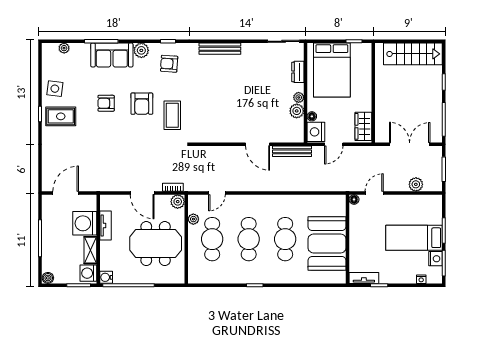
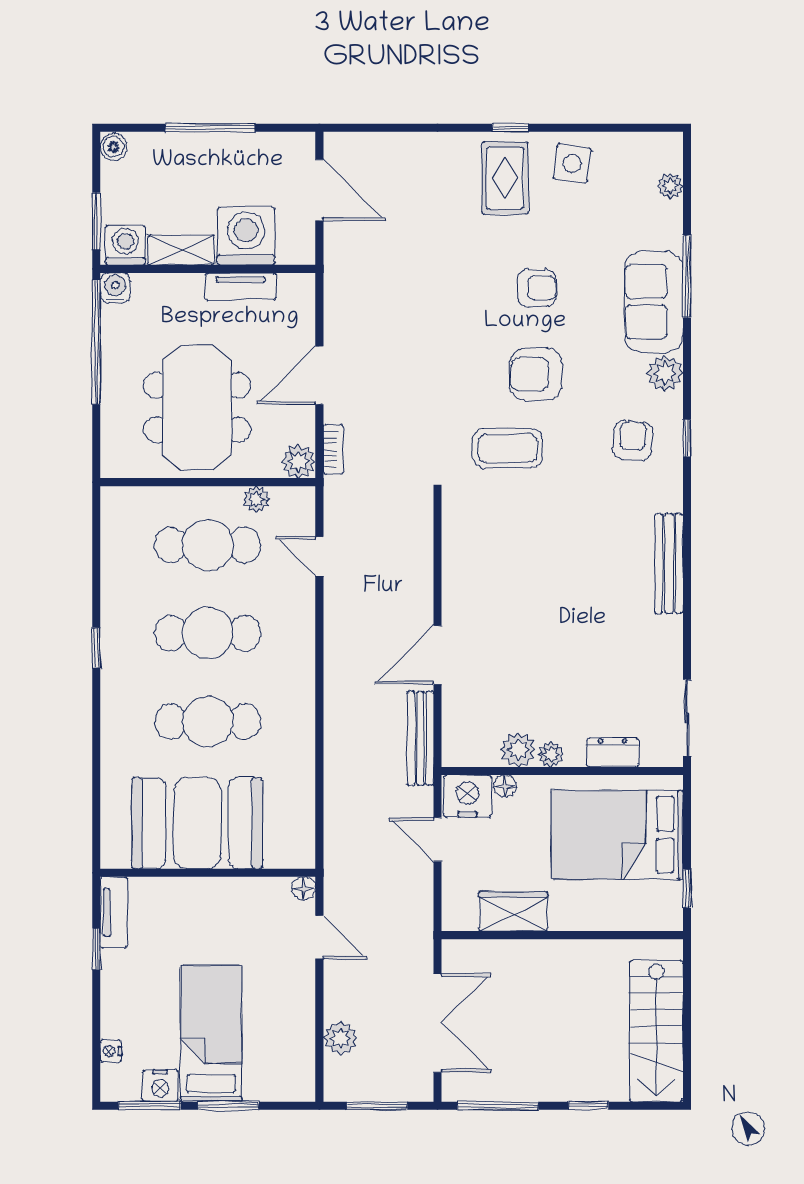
armchair: (106, 103) -> (537, 288), turned 90
wardrobe: (363, 126) -> (513, 911), moved

